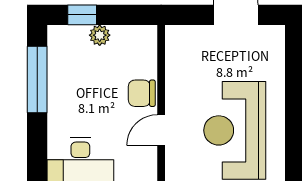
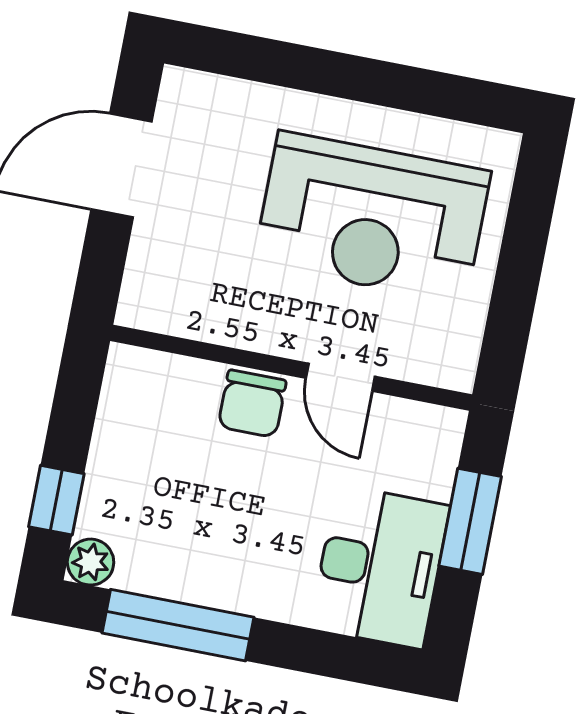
plant: (100, 35) -> (91, 562), moved

